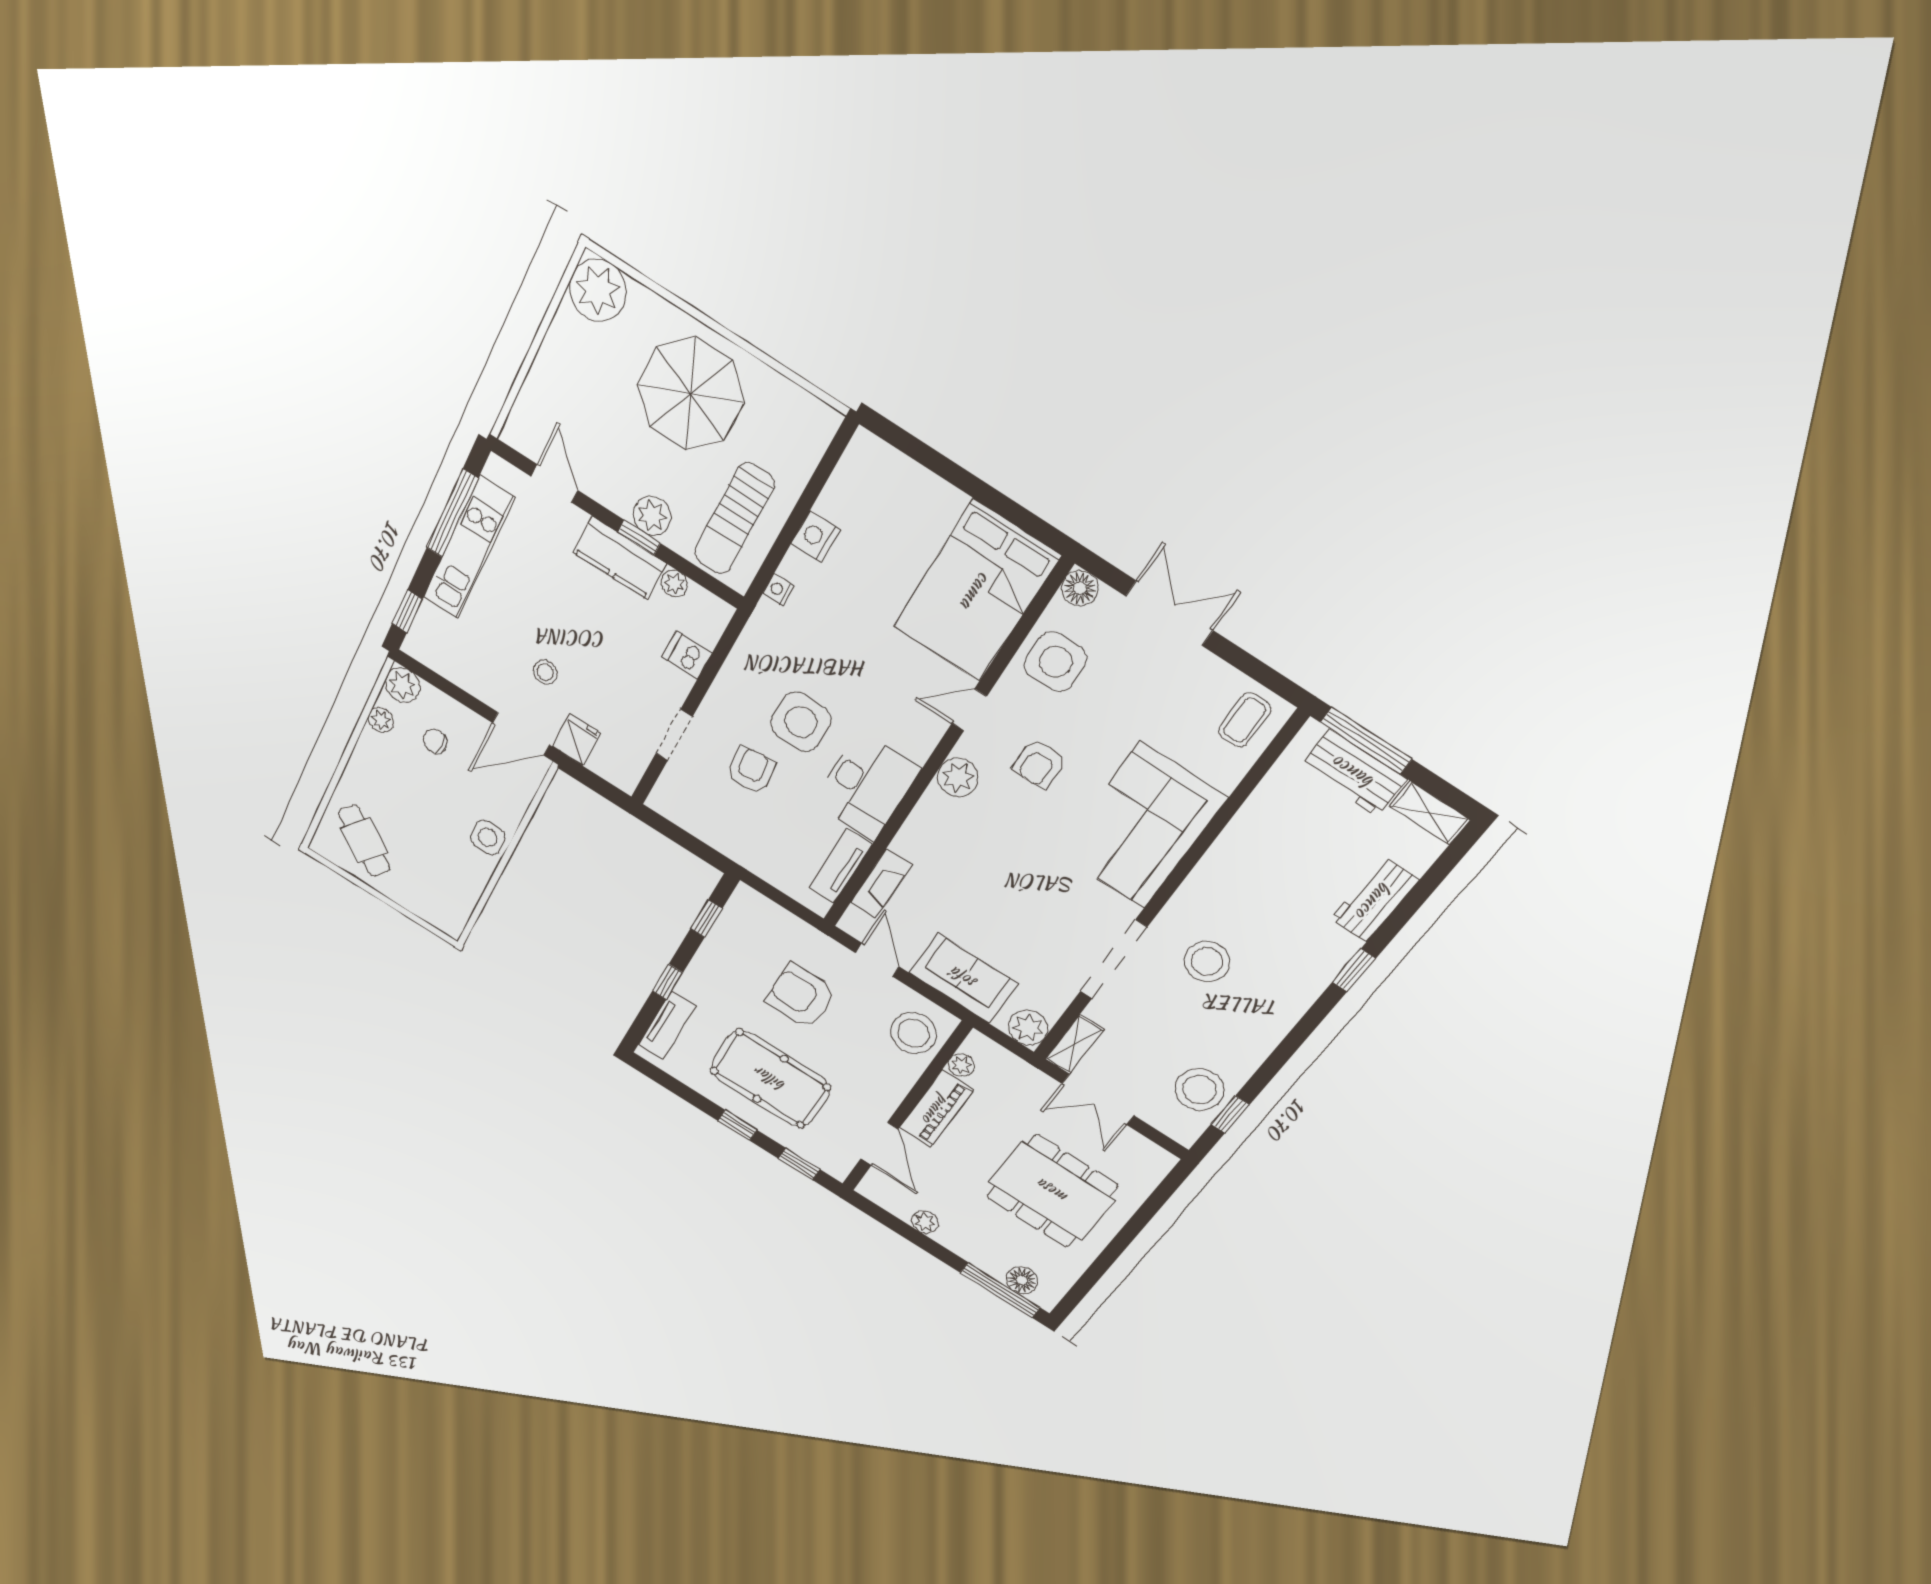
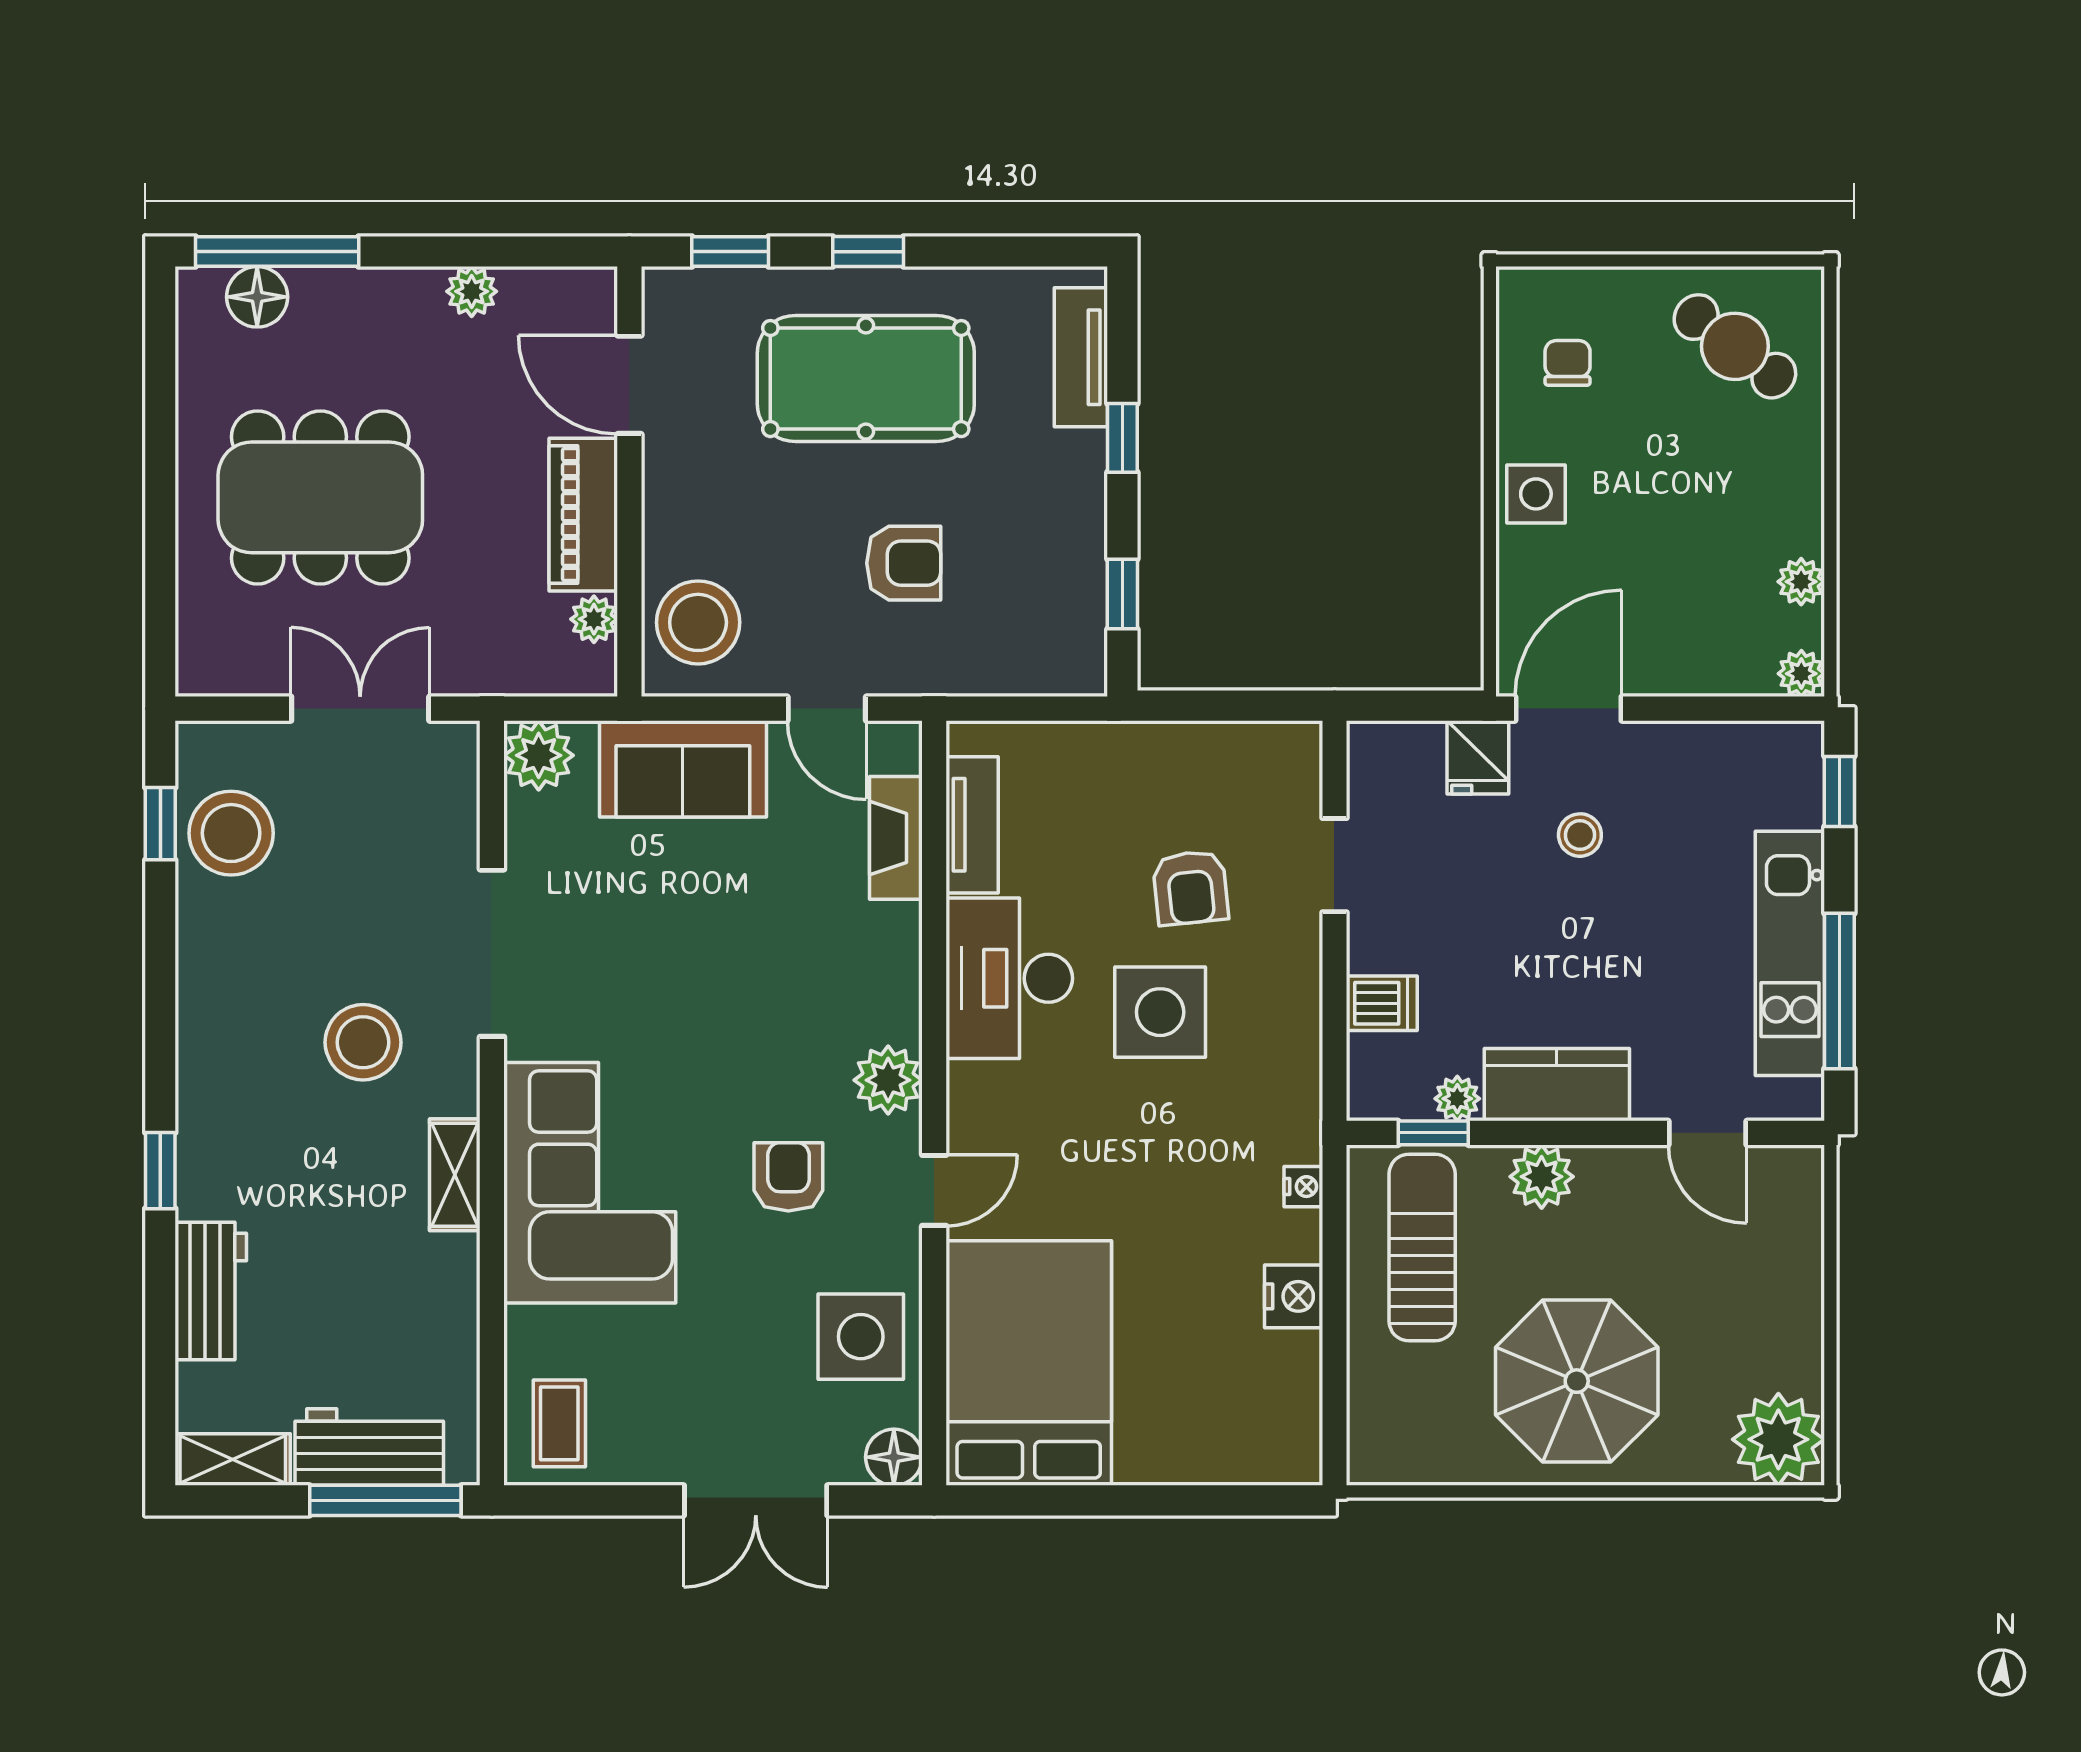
window: (639, 538) -> (1433, 1133), moved
plant: (403, 685) -> (1801, 674), width x0.73, depth x0.73
chair: (435, 741) -> (1568, 363), moved, turned -90
armchair: (801, 996) -> (904, 563), width x0.72, depth x0.72
shelving: (1075, 1044) -> (455, 1175), moved

